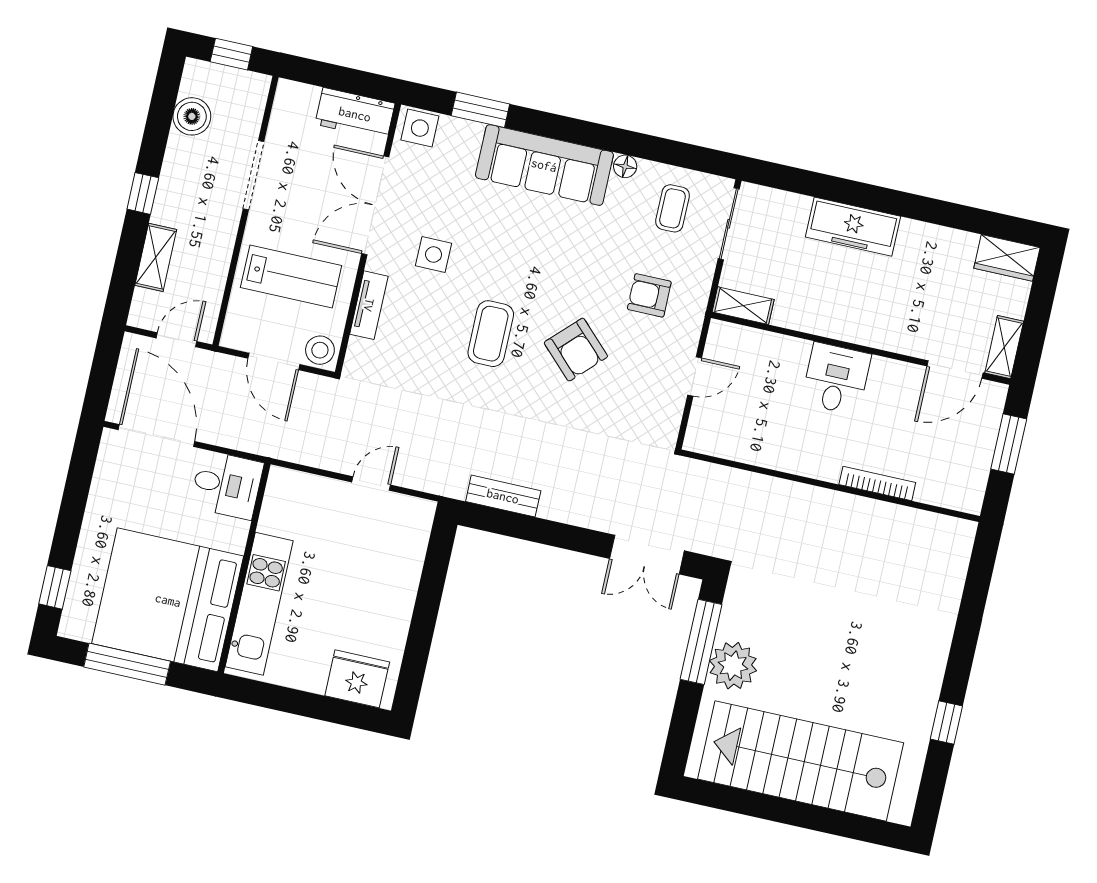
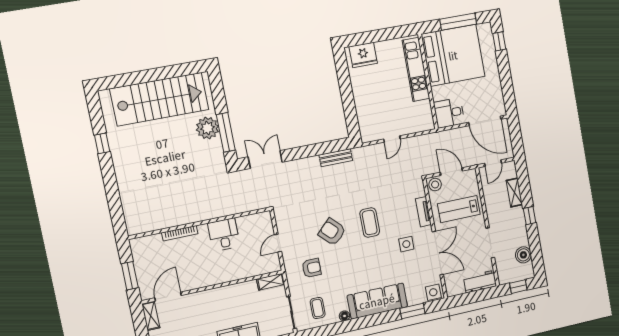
workbench: (355, 114) -> (480, 282), moved
desk: (836, 379) -> (224, 235), moved, turned 180

